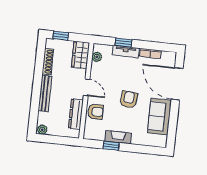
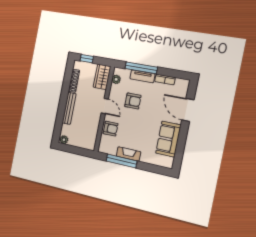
window: (123, 42) -> (141, 68), width x2.17
door: (177, 84) -> (188, 110), width x0.73
armchair: (129, 100) -> (133, 101), moved, turned 84
dresser: (76, 114) -> (93, 129), removed
window: (111, 146) -> (121, 161), width x2.17

